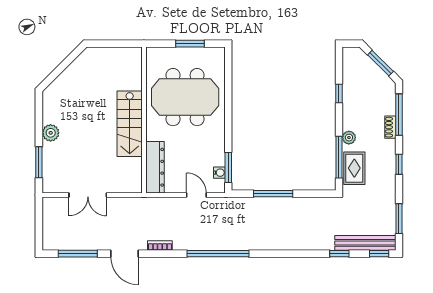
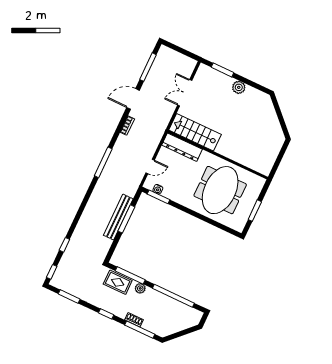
window: (380, 63) -> (181, 334), removed
window: (339, 93) -> (173, 296), width x3.17
stairs: (130, 124) -> (195, 132), moved
bench: (365, 243) -> (118, 217), moved
window: (218, 254) -> (103, 162), width x0.68

